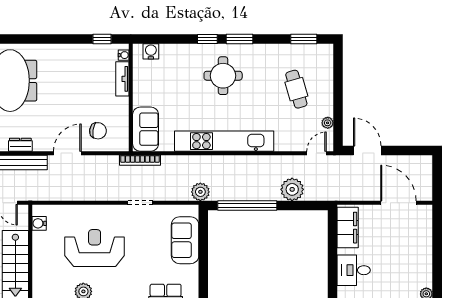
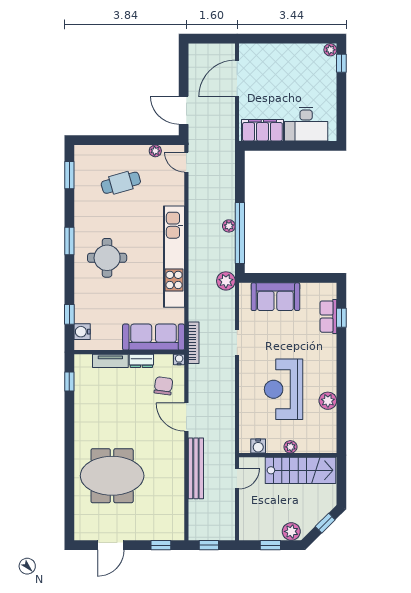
window: (207, 39) -> (69, 314), moved
water cooler: (124, 55) -> (179, 359), moved
sofa: (146, 129) -> (154, 337), width x1.36
dresser: (20, 145) -> (141, 361), moved, turned -90
door: (367, 150) -> (184, 110), hinge flipped
plant: (292, 189) -> (229, 226), moved, width x0.53, depth x0.53
plant: (38, 255) -> (290, 447), added
desk: (354, 270) -> (306, 124), width x1.37

